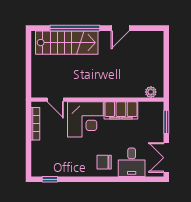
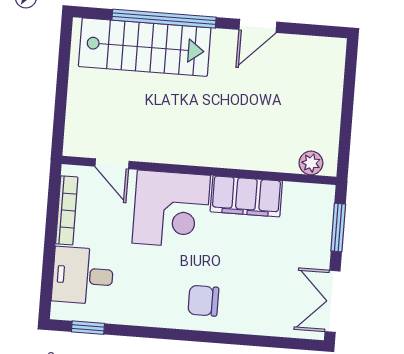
desk: (132, 162) -> (83, 276), moved, turned 90

